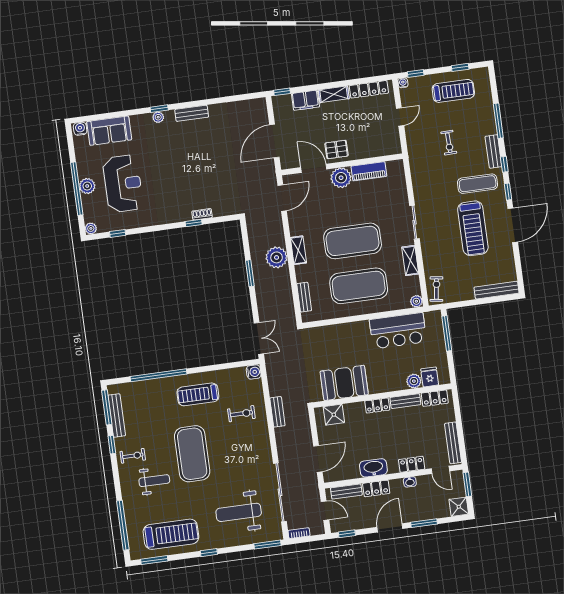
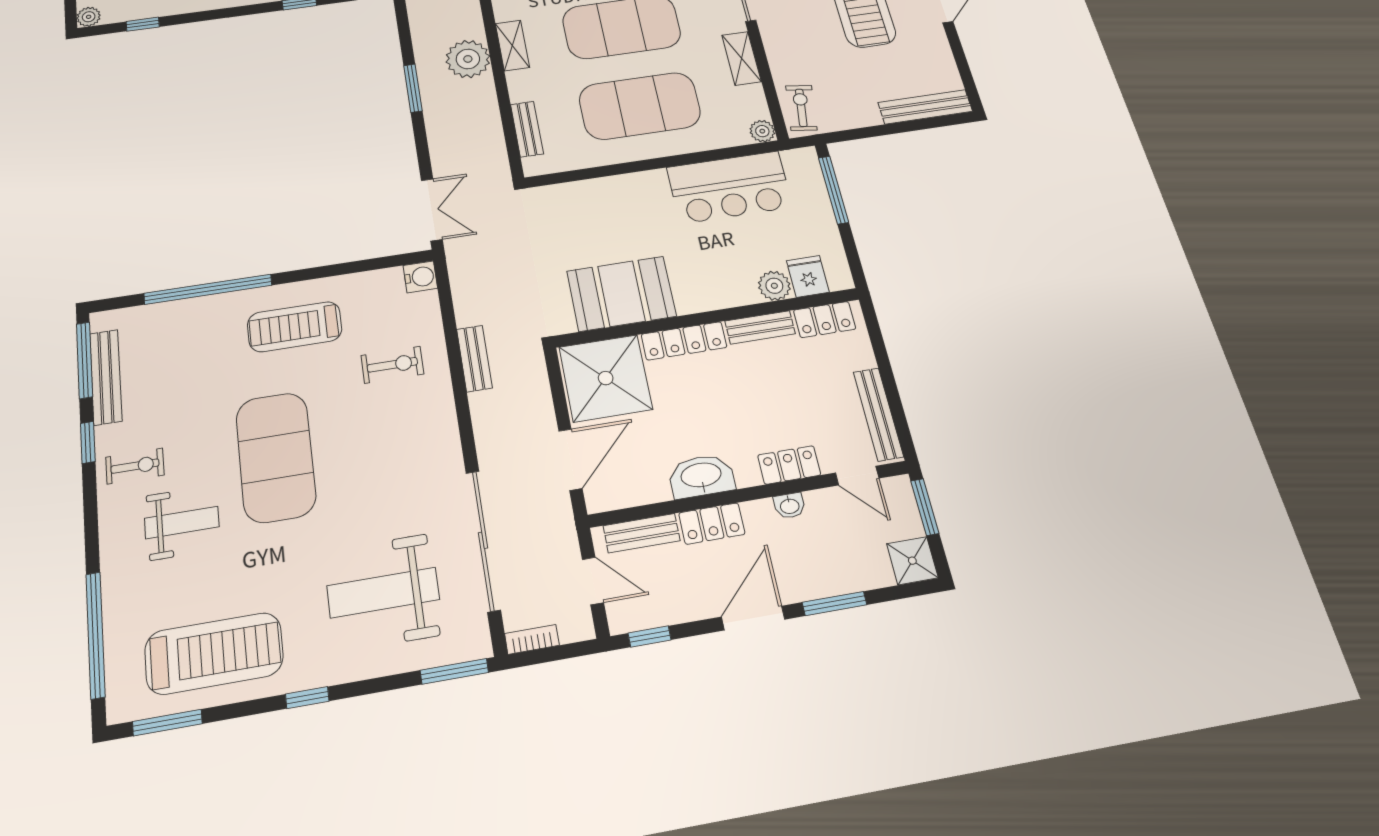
locker: (377, 405) -> (684, 341), width x1.53
shower: (334, 415) -> (606, 378), width x1.86, depth x1.86

